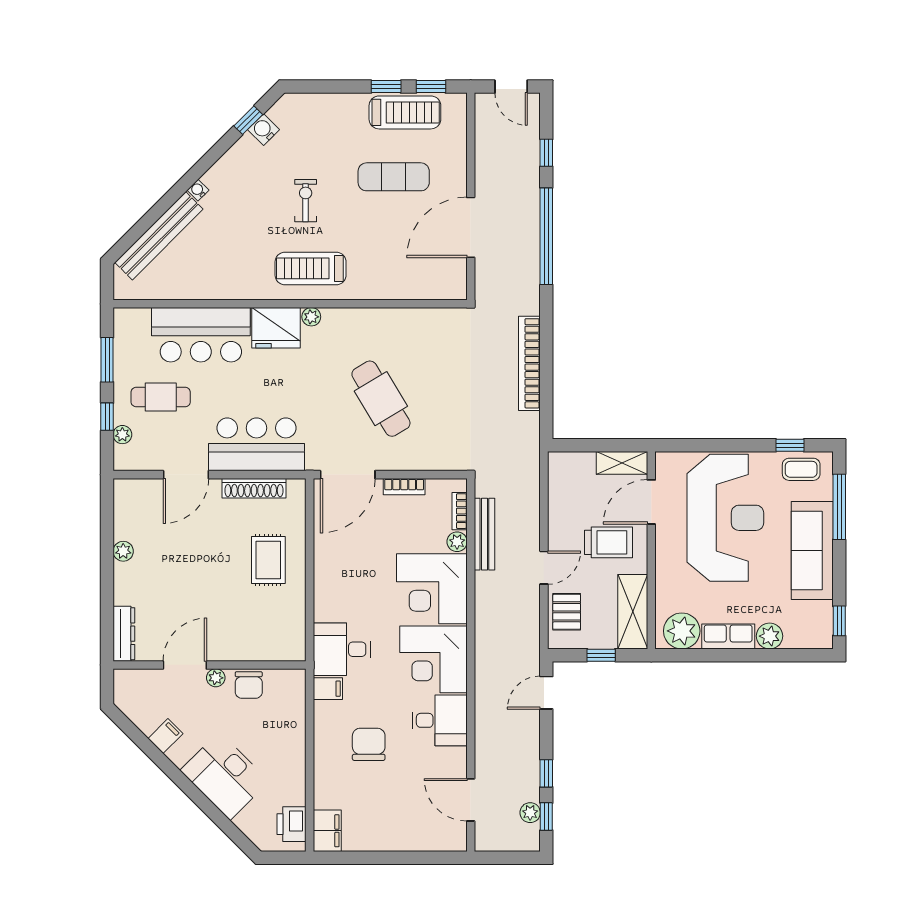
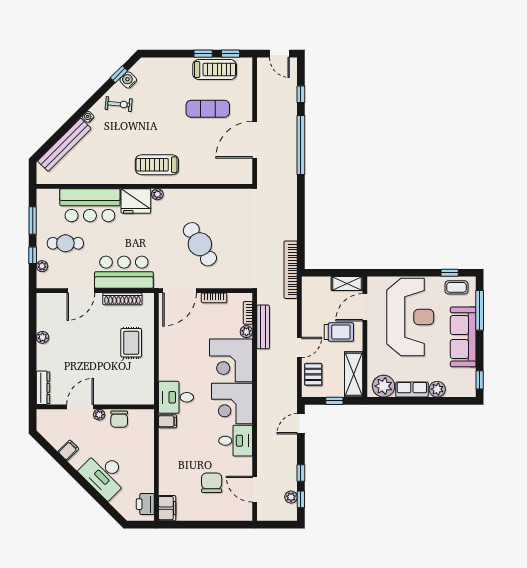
exercise bike: (306, 201) -> (119, 104), moved, turned 95
bookcase: (529, 363) -> (291, 270), moved
chair: (369, 744) -> (212, 483), moved

